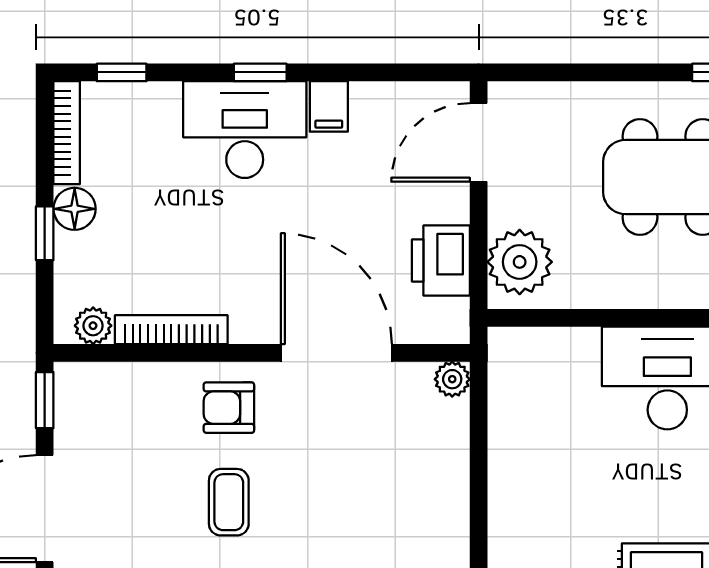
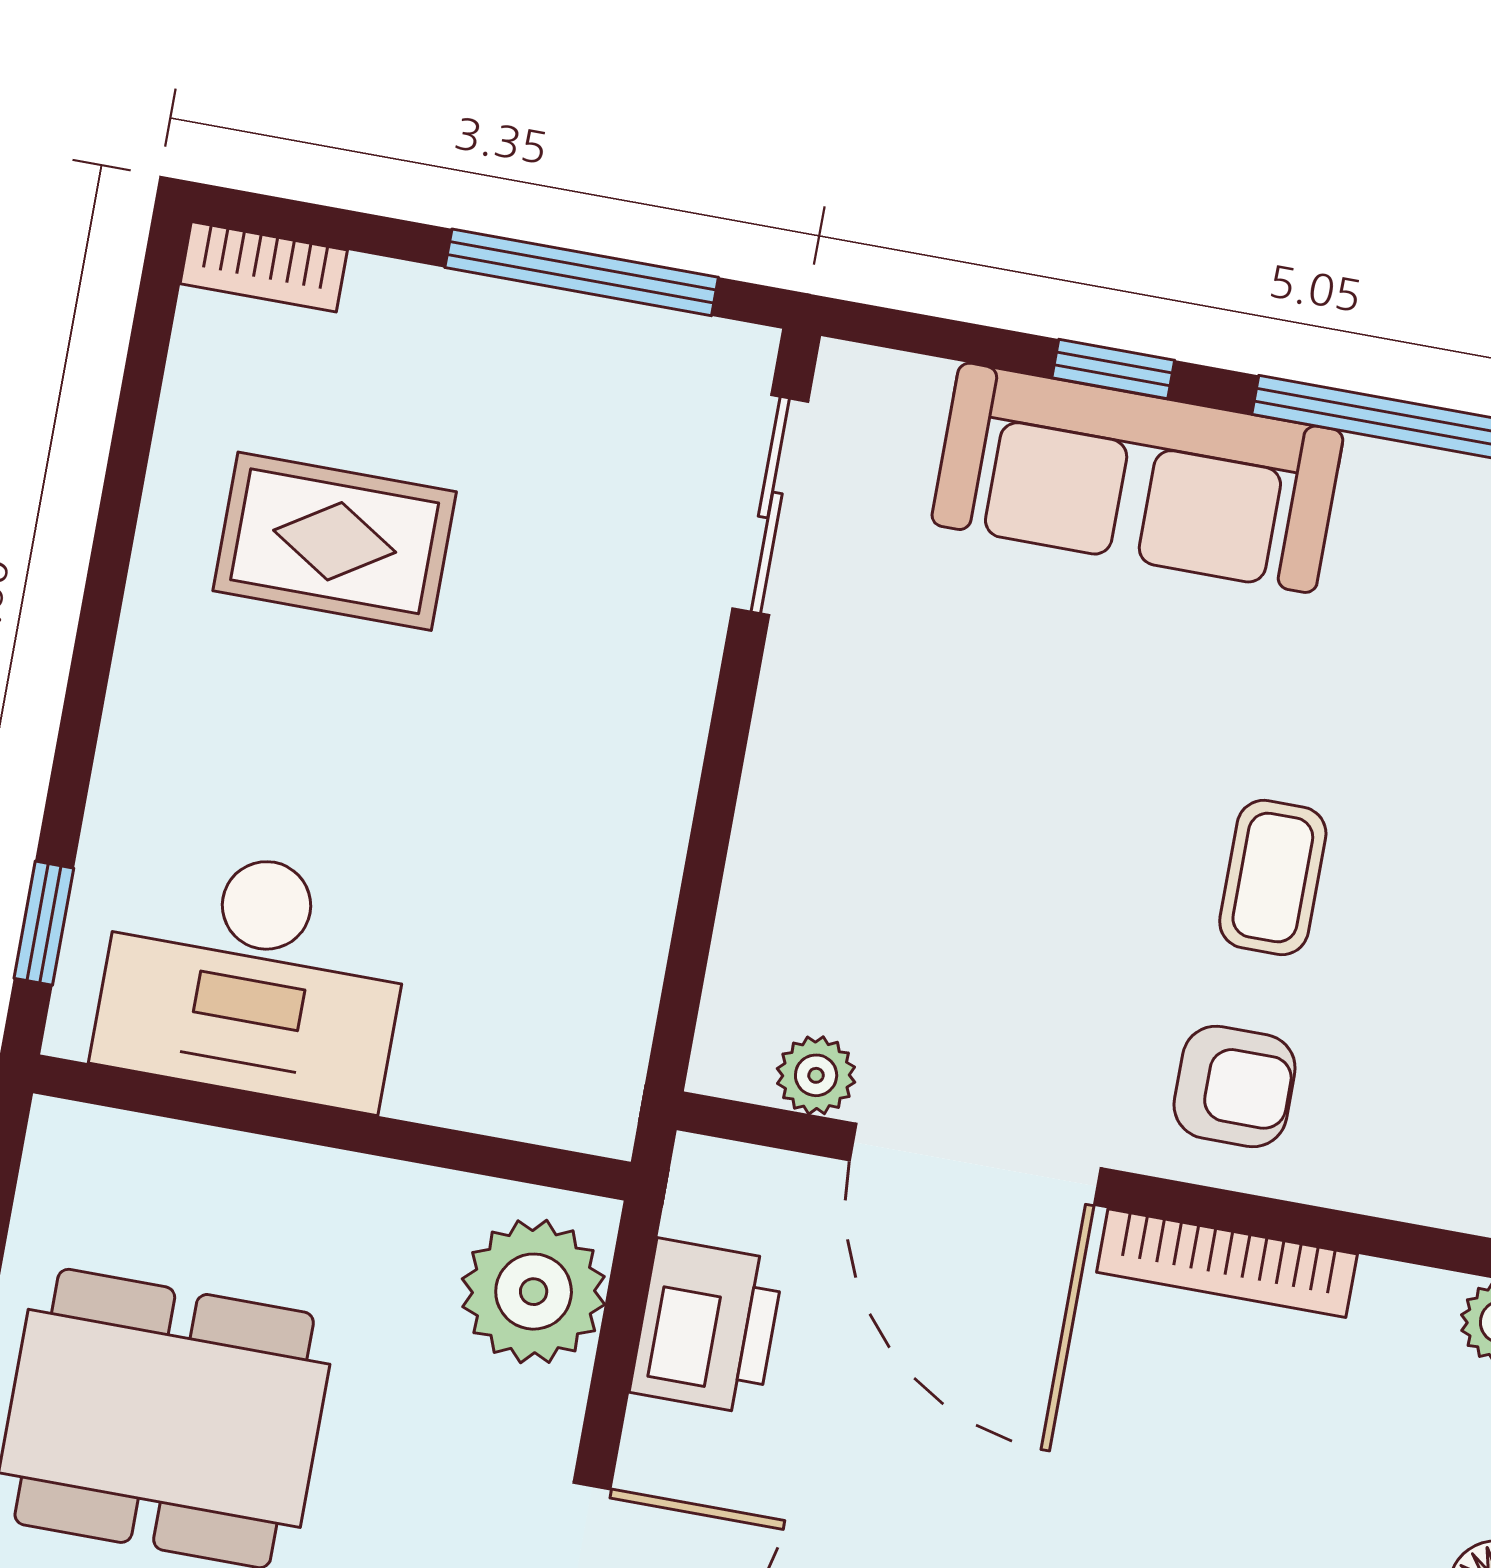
bookcase: (171, 330) -> (1227, 1263), moved
plant: (452, 379) -> (816, 1075), moved

